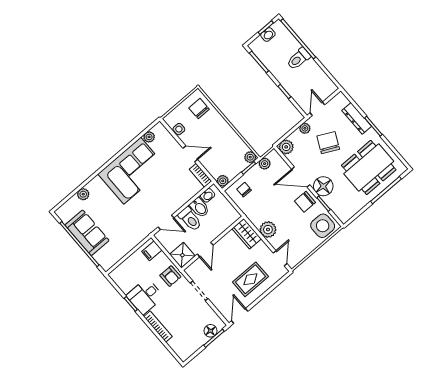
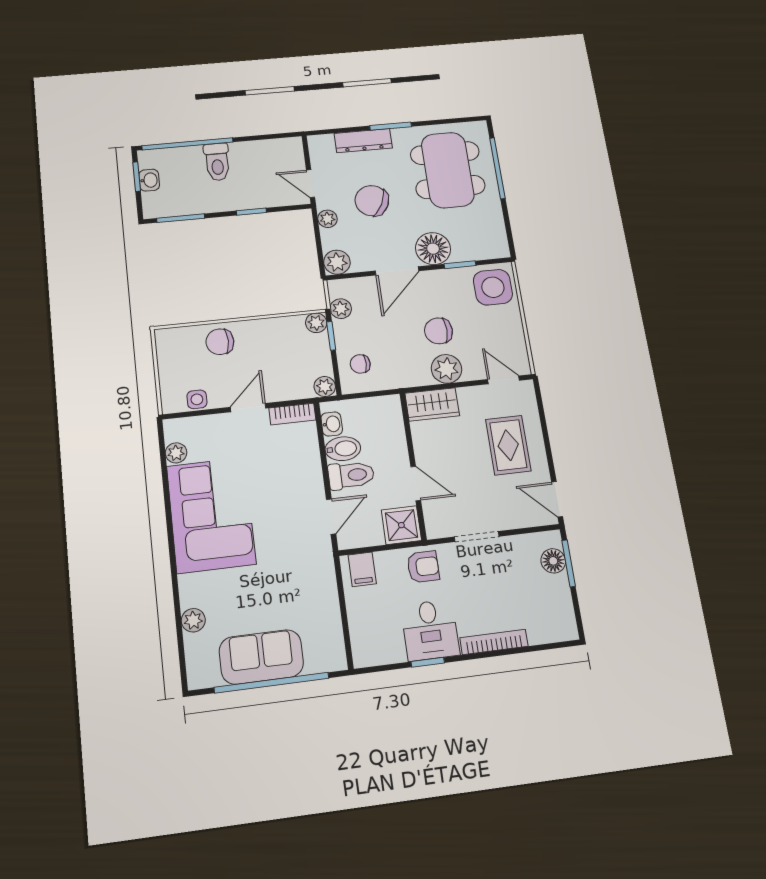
chair: (199, 109) -> (220, 342), moved
chair: (305, 202) -> (438, 331), moved, turned 90

